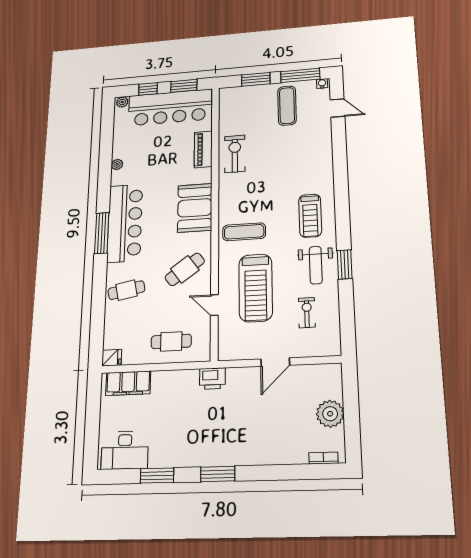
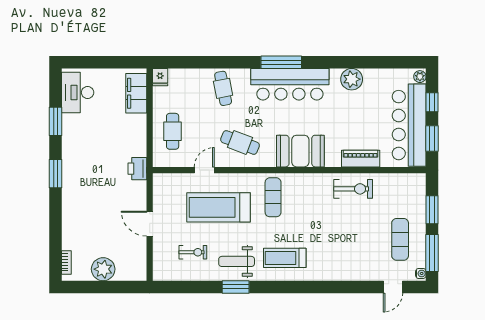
exercise mat: (287, 106) -> (400, 239), turned 90
plant: (117, 164) -> (352, 79), width x1.88, depth x1.88
cafe table: (185, 269) -> (240, 142), turned -33

